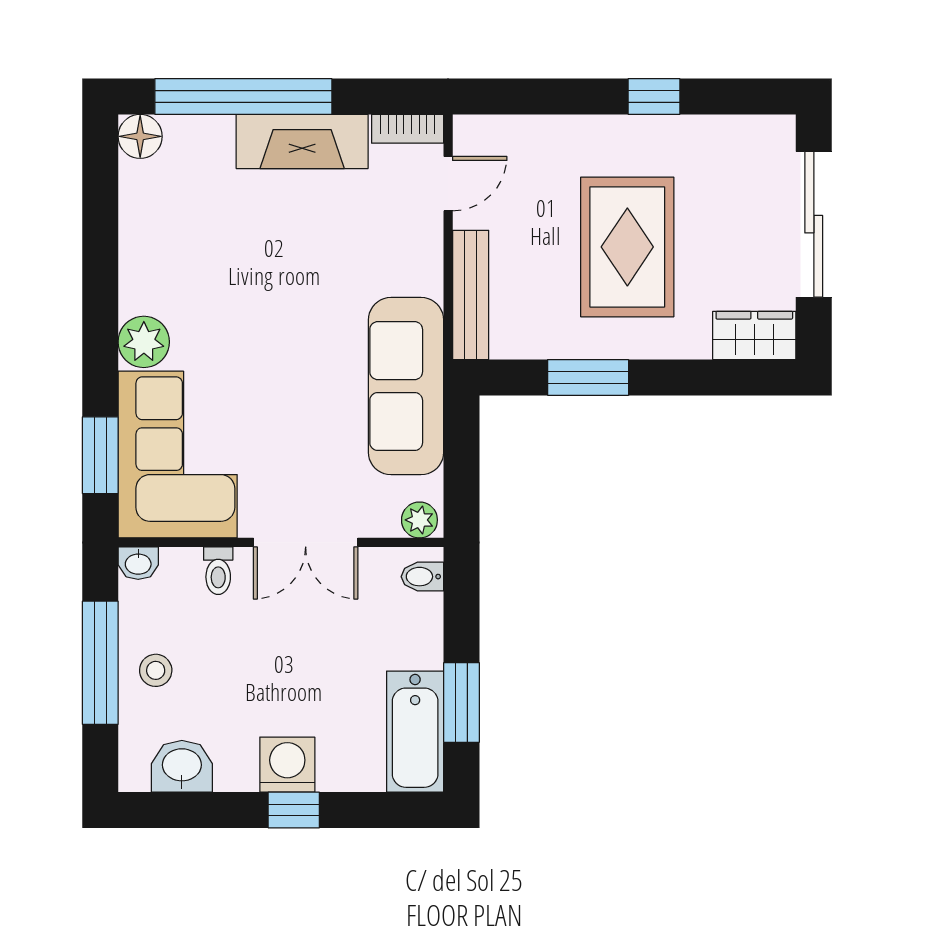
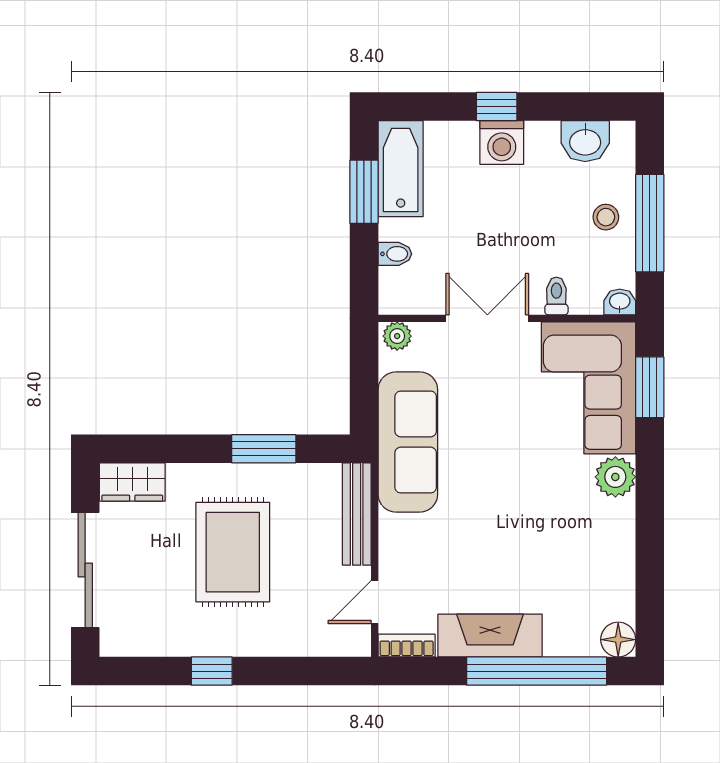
bidet: (422, 577) -> (395, 254), moved

